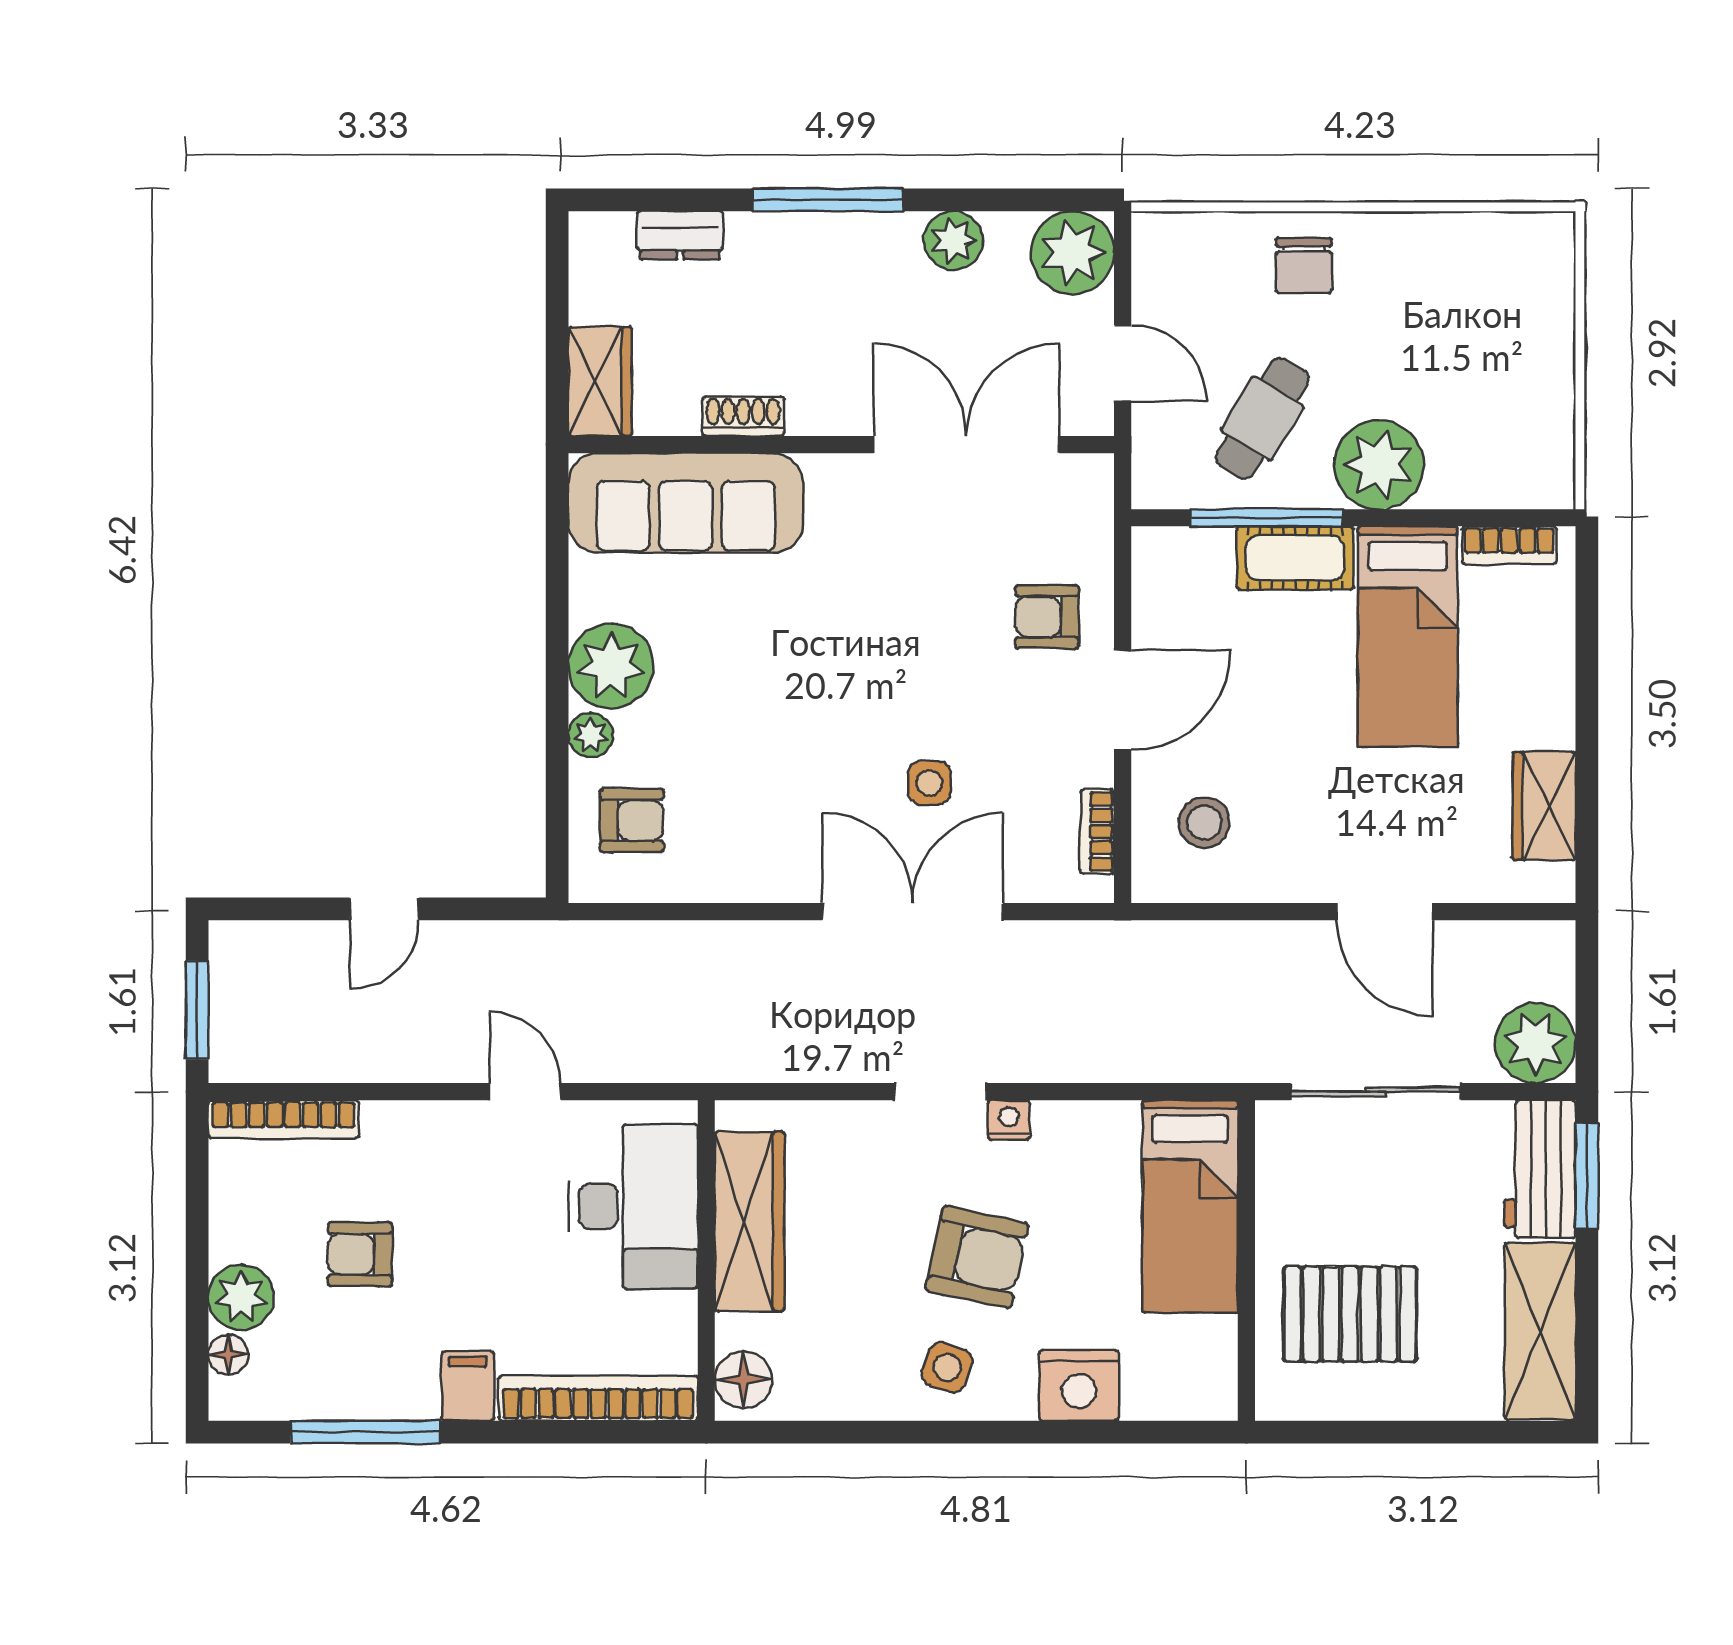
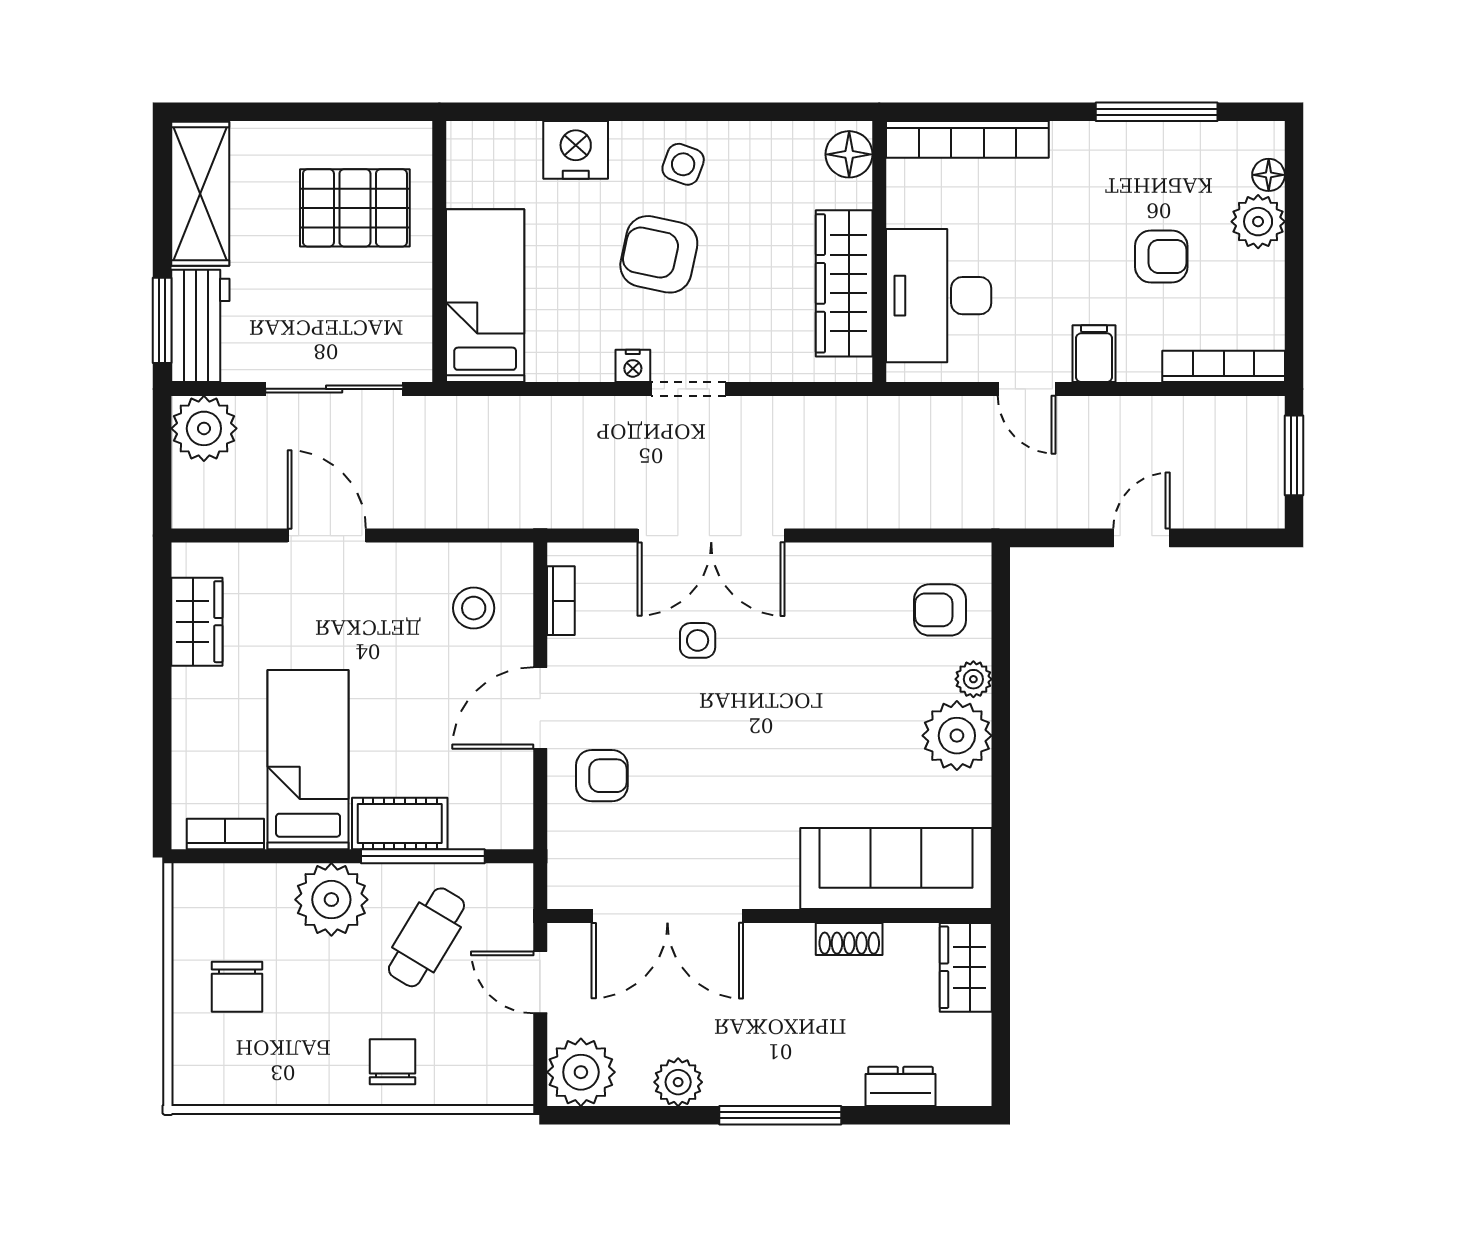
chair: (1495, 358) -> (237, 987), added
filing cabinet: (468, 1386) -> (1094, 354), moved, turned 180

